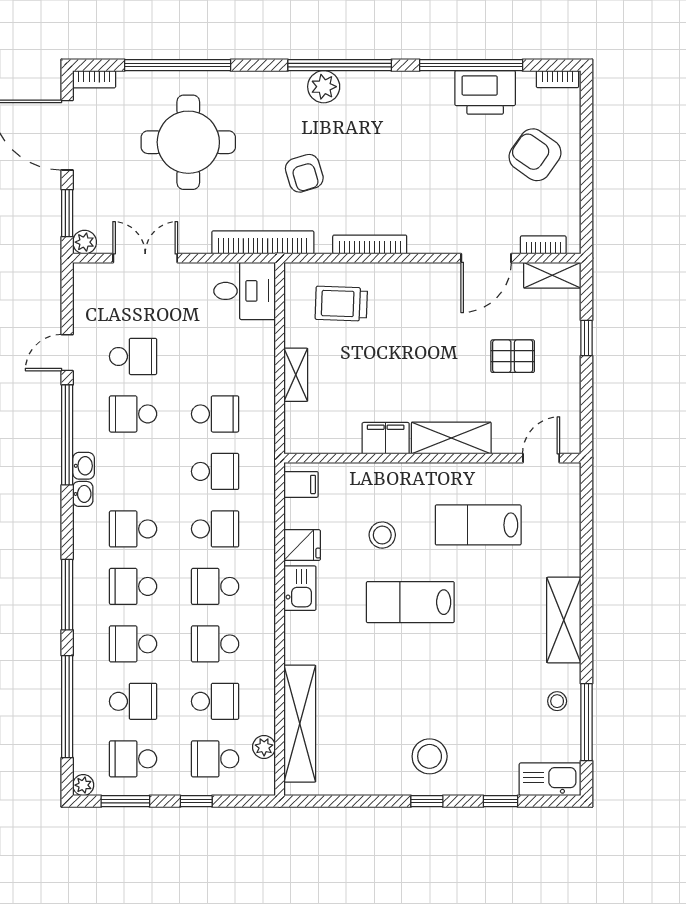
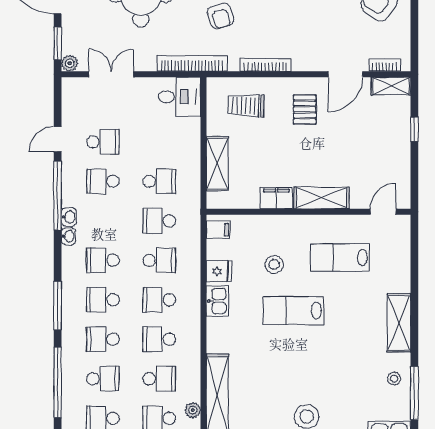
pallet: (513, 356) -> (305, 109), moved, turned 90
shelving: (296, 375) -> (217, 164), width x1.50, depth x1.33
school desk: (215, 471) -> (159, 221), turned 180

